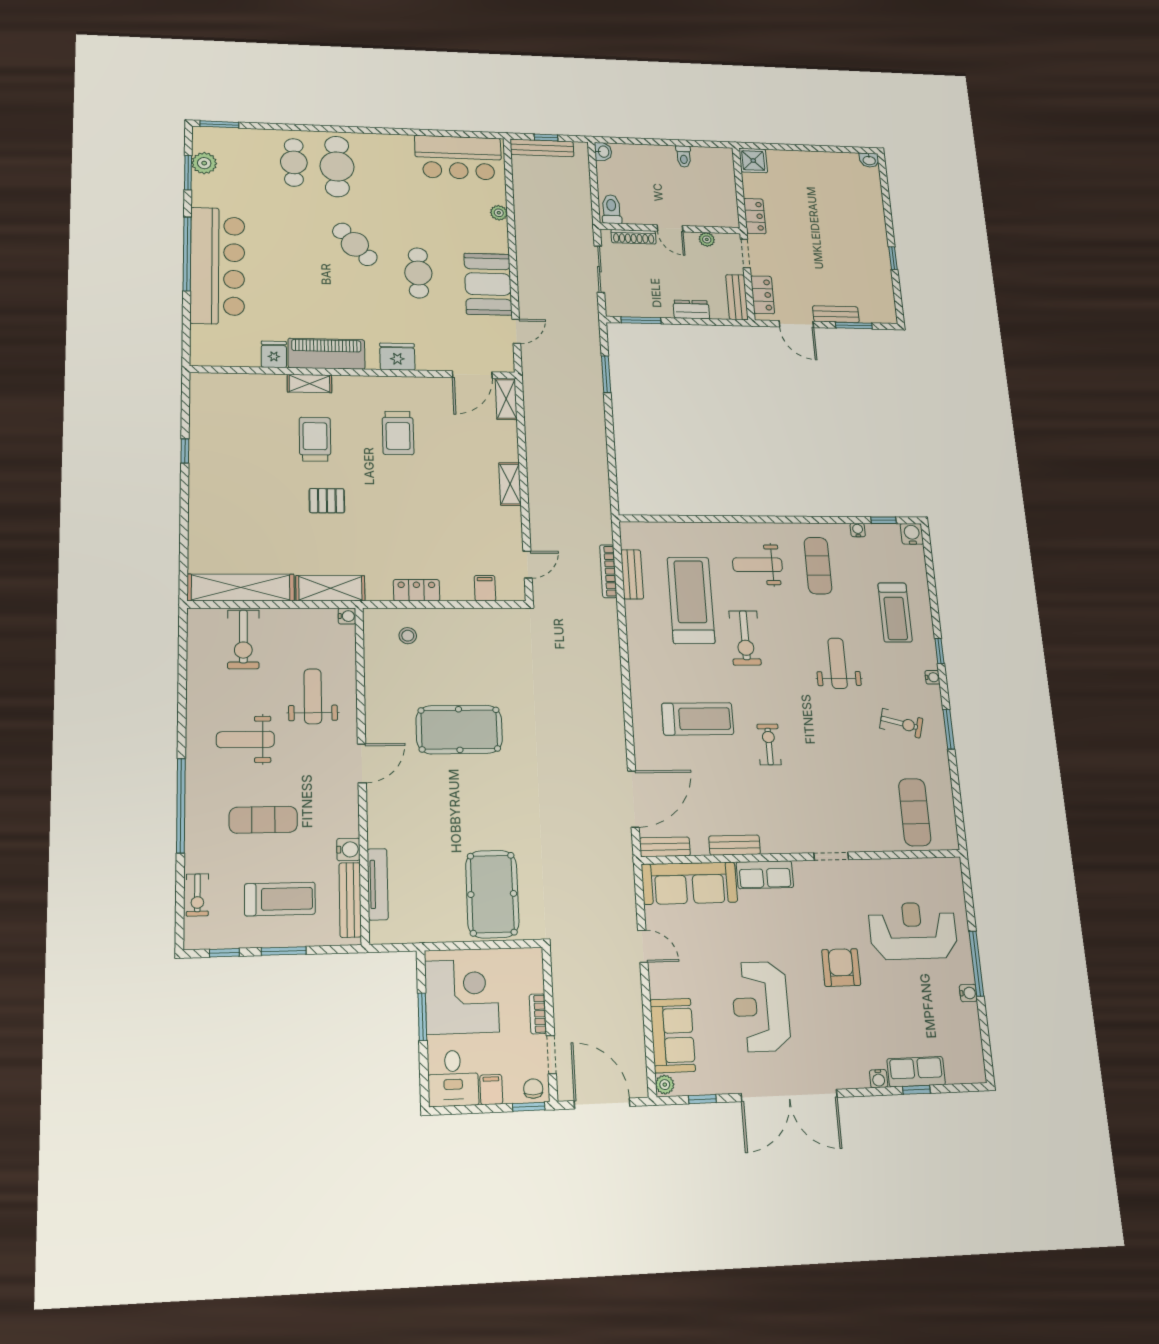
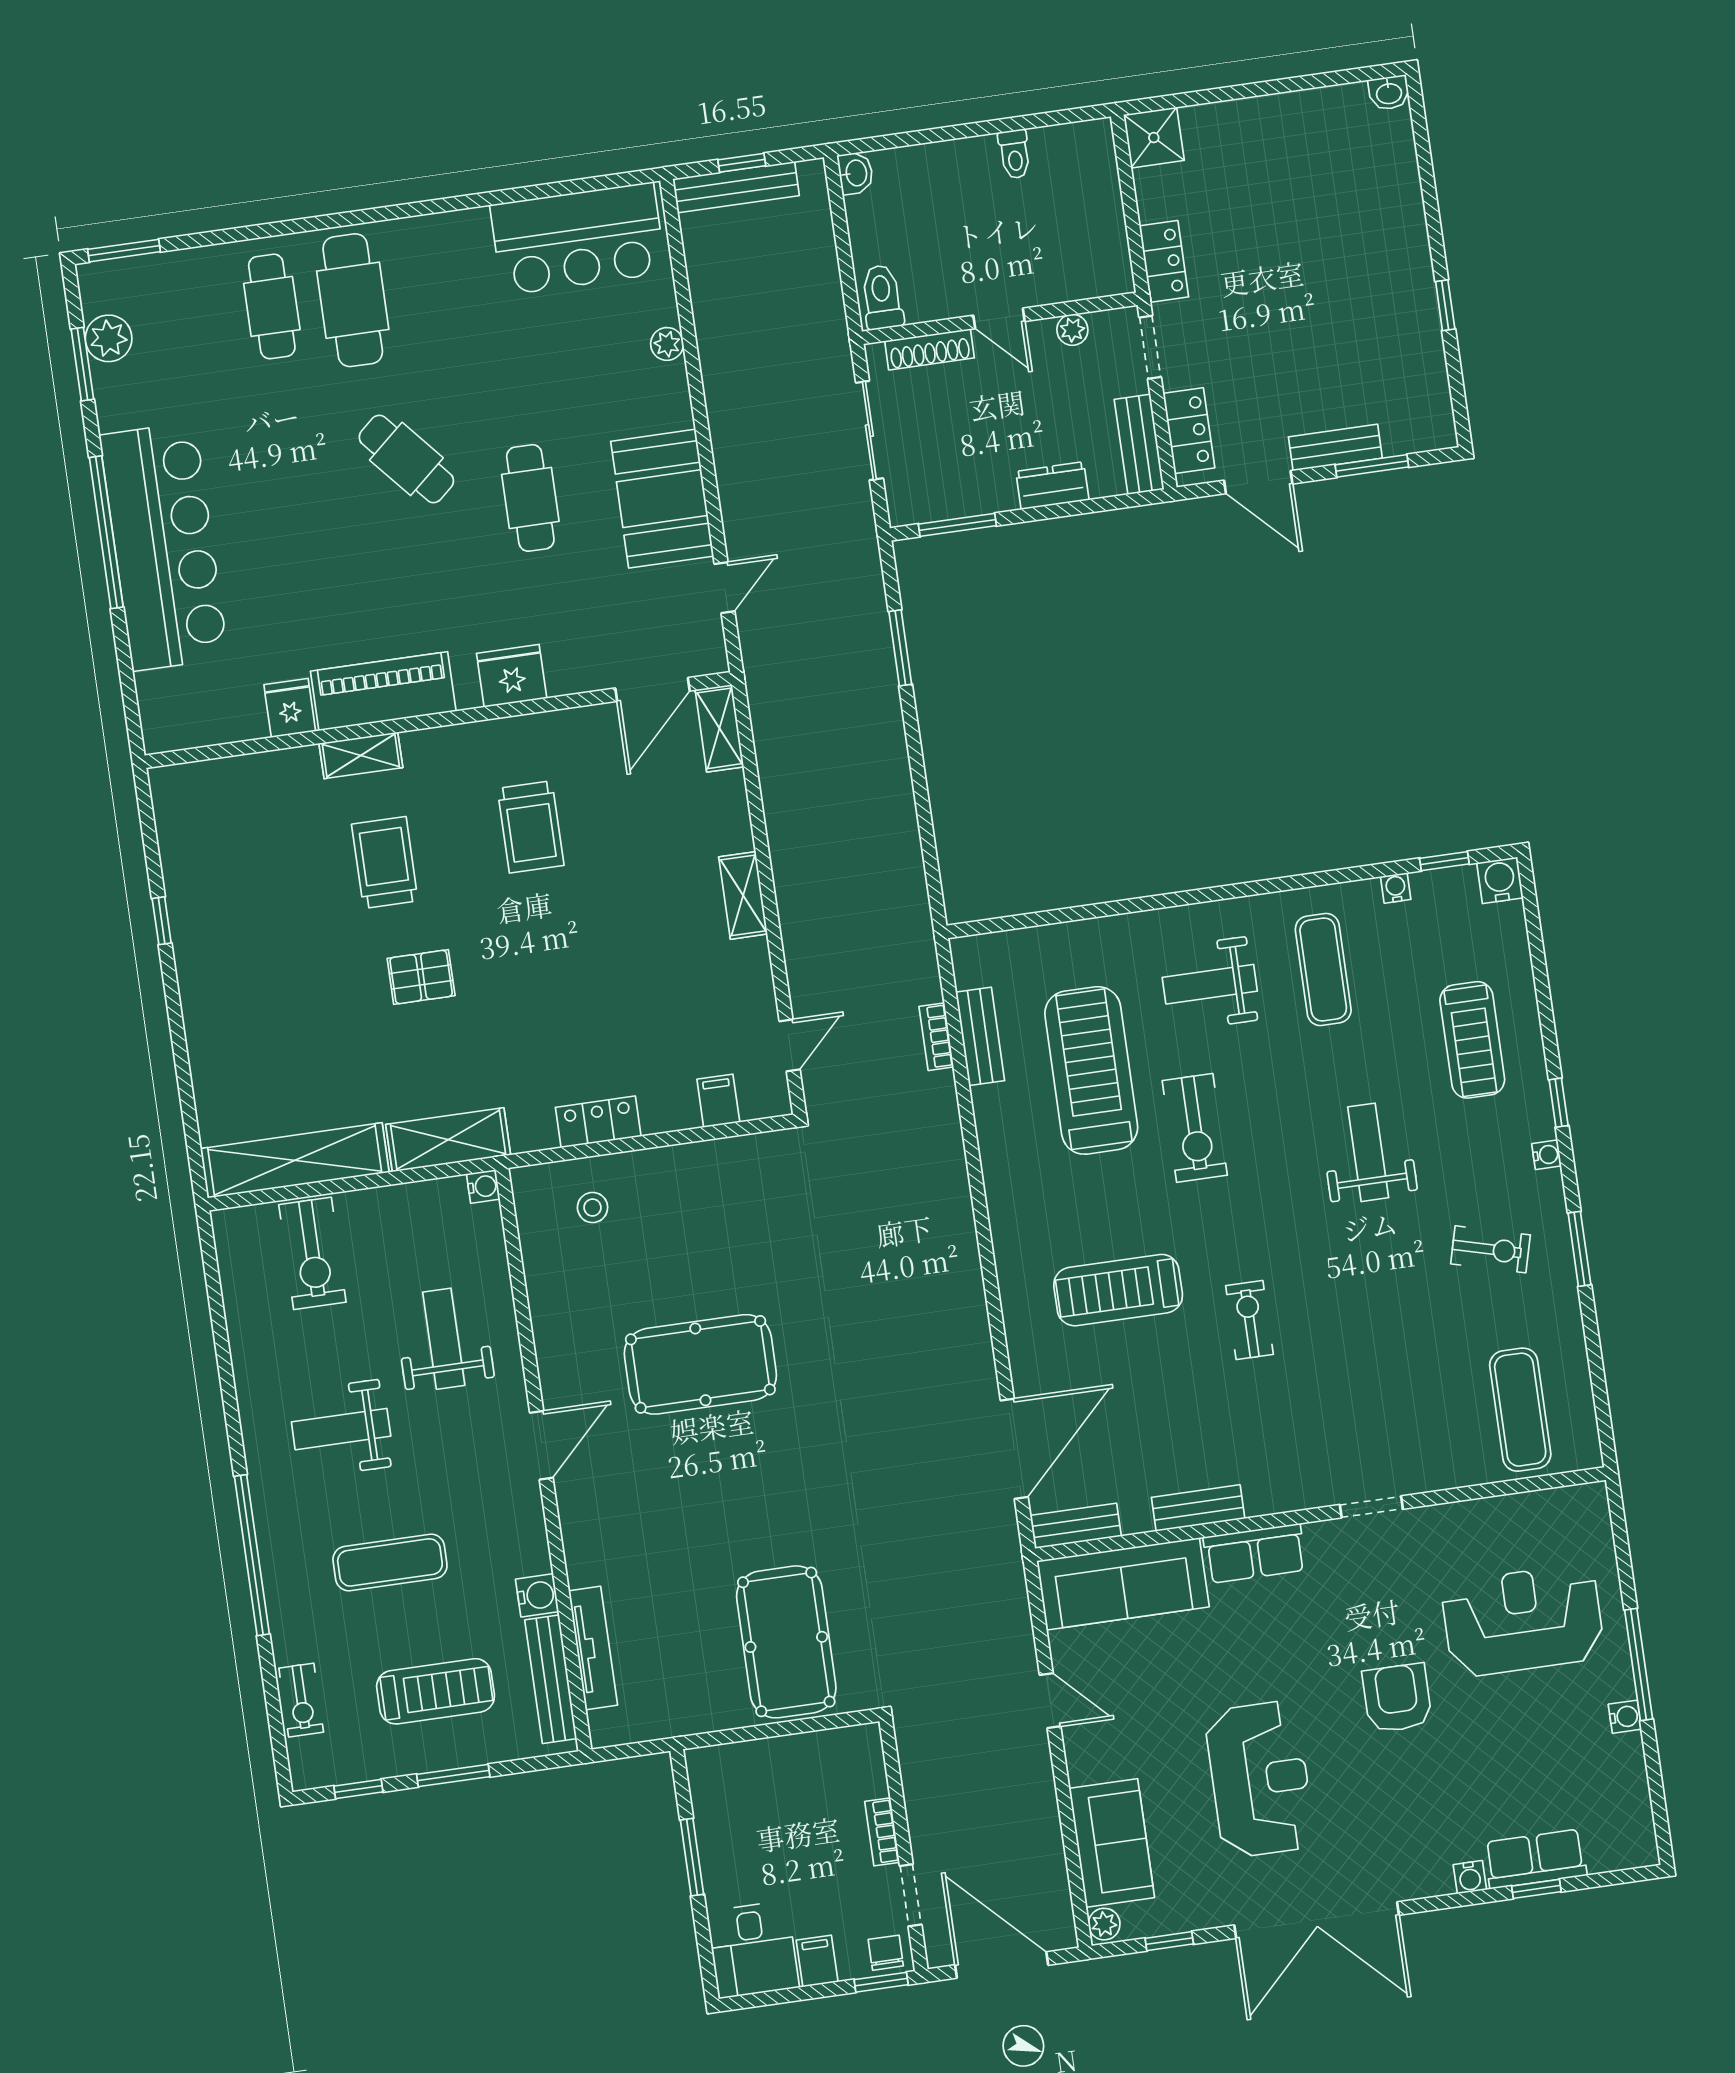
bookcase: (608, 571) -> (936, 1037), width x0.64
treadmill: (698, 719) -> (1118, 1290), turned 180
corner desk: (462, 996) -> (753, 1817), removed
reception desk: (761, 1007) -> (1260, 1779), turned 180

